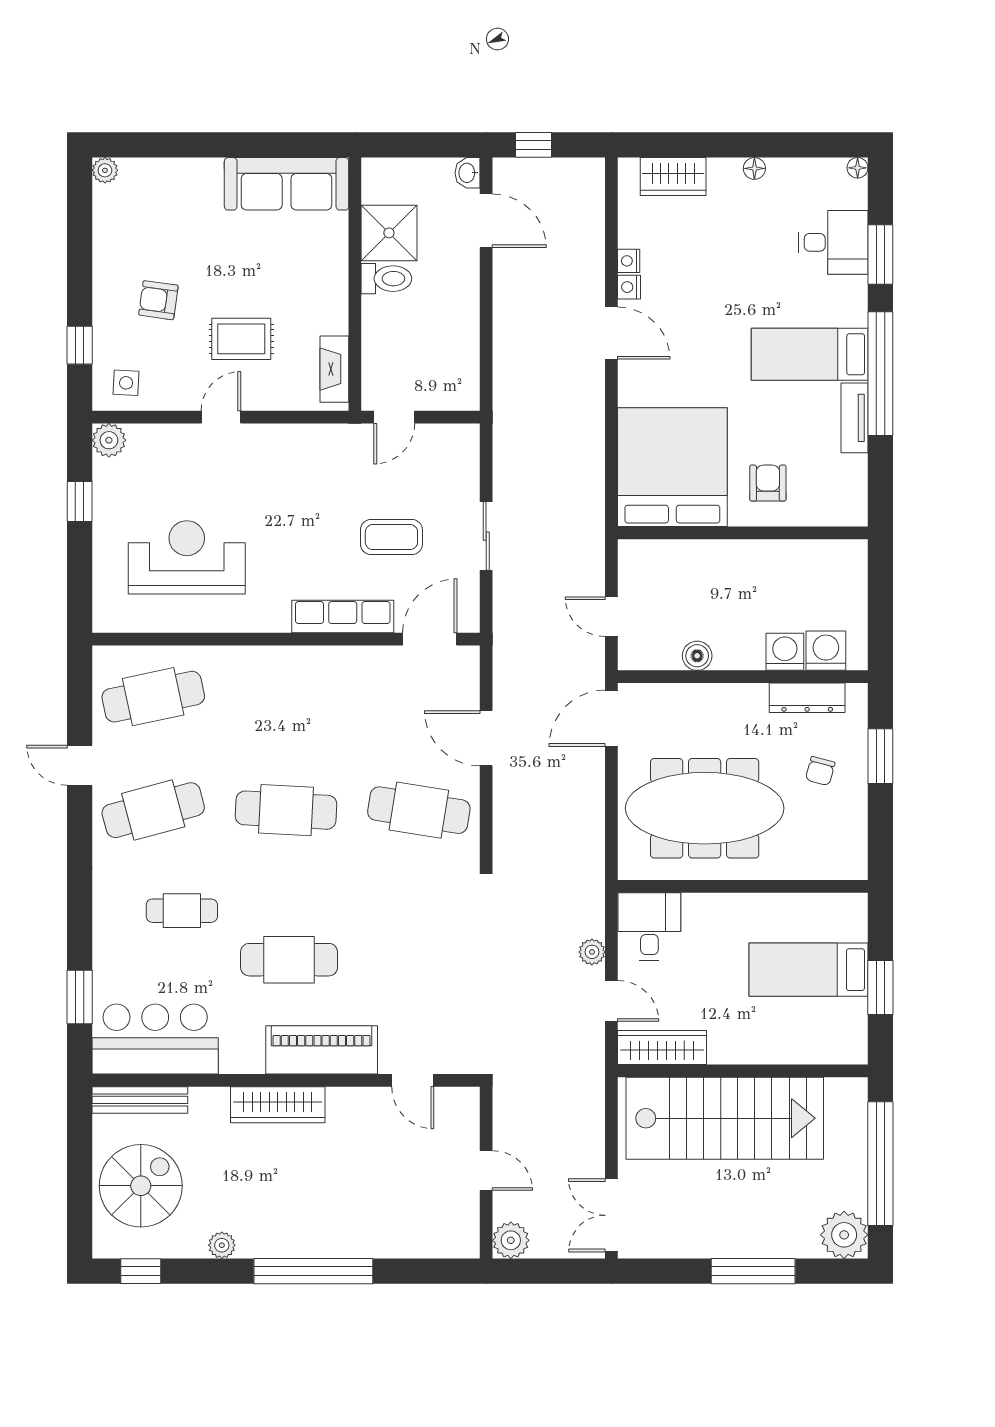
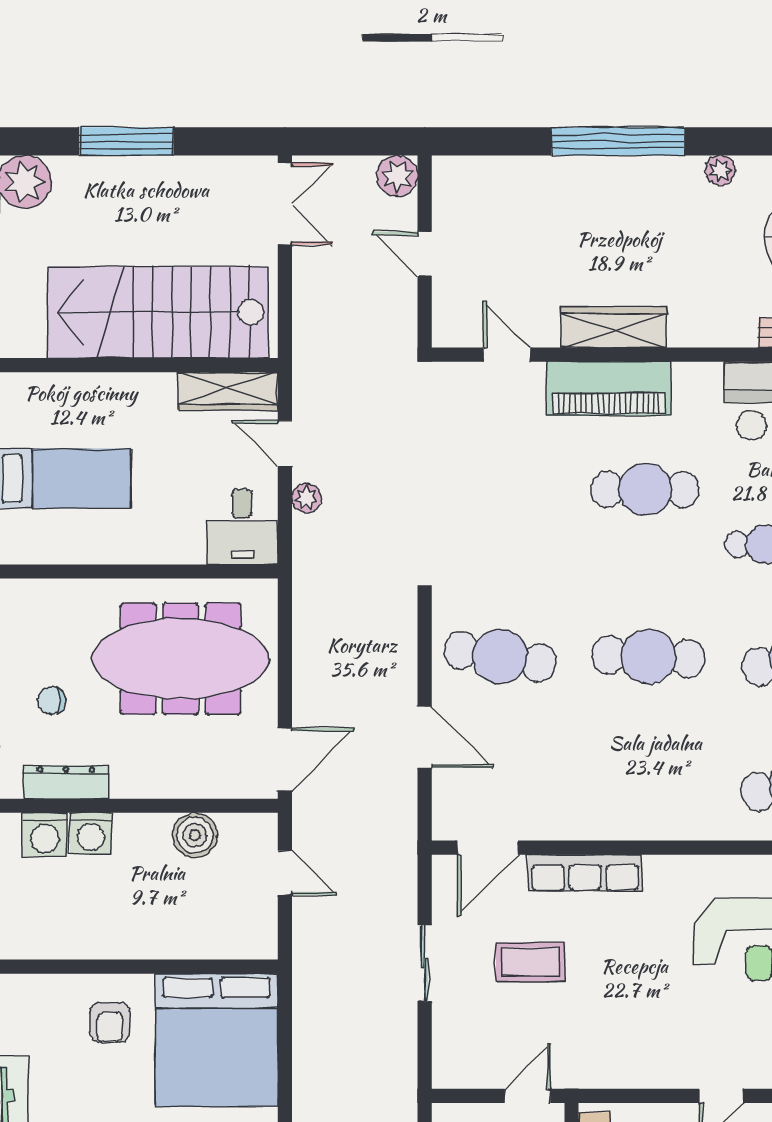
boiler: (697, 656) -> (195, 835), width x1.36, depth x1.36
chair: (820, 771) -> (51, 700), turned -105
wardrobe: (278, 1105) -> (614, 327), moved

